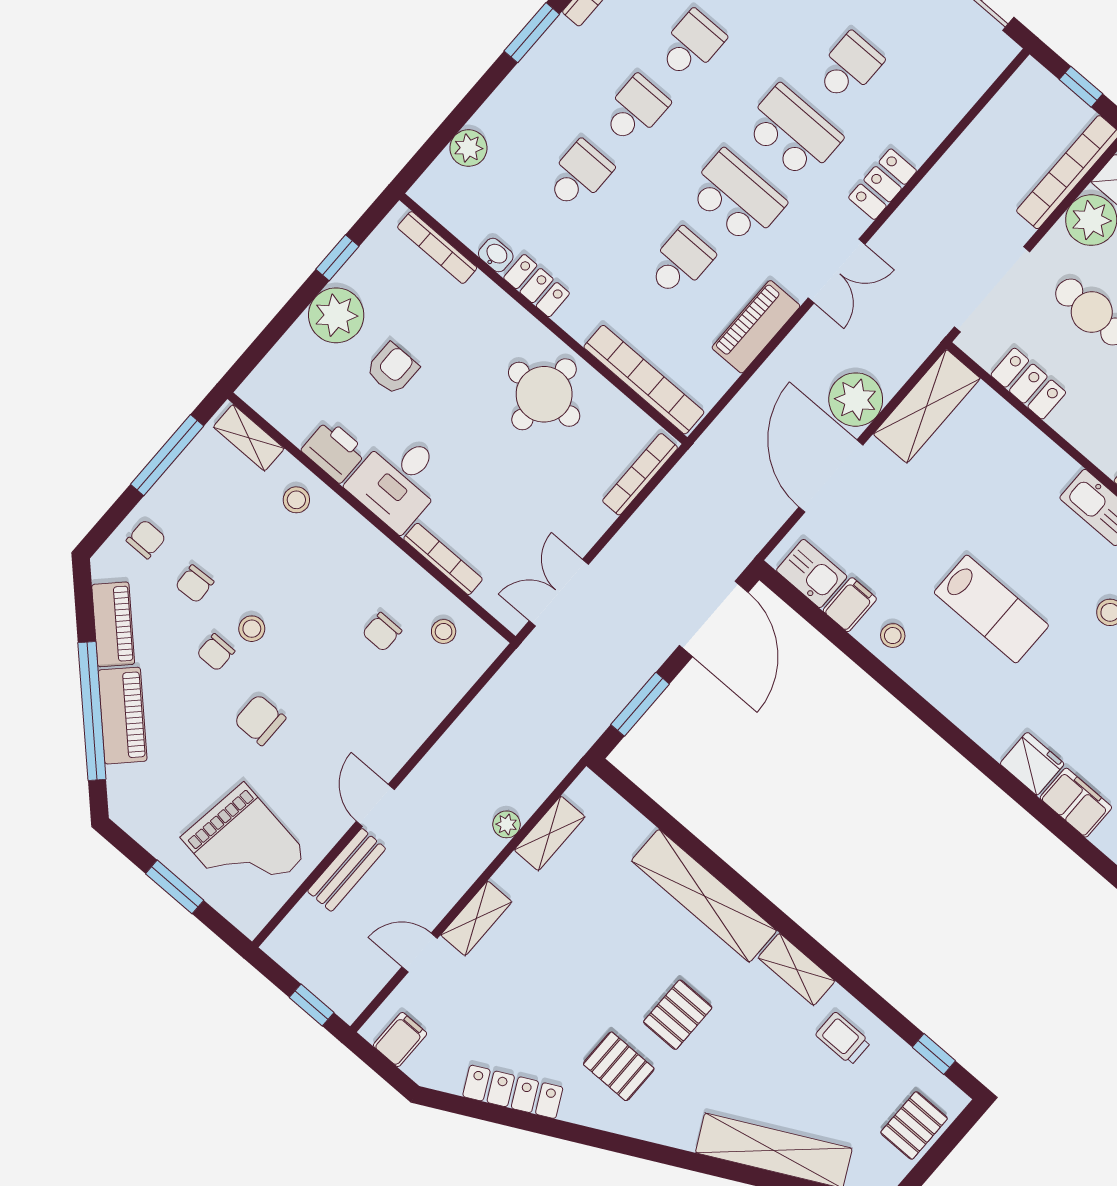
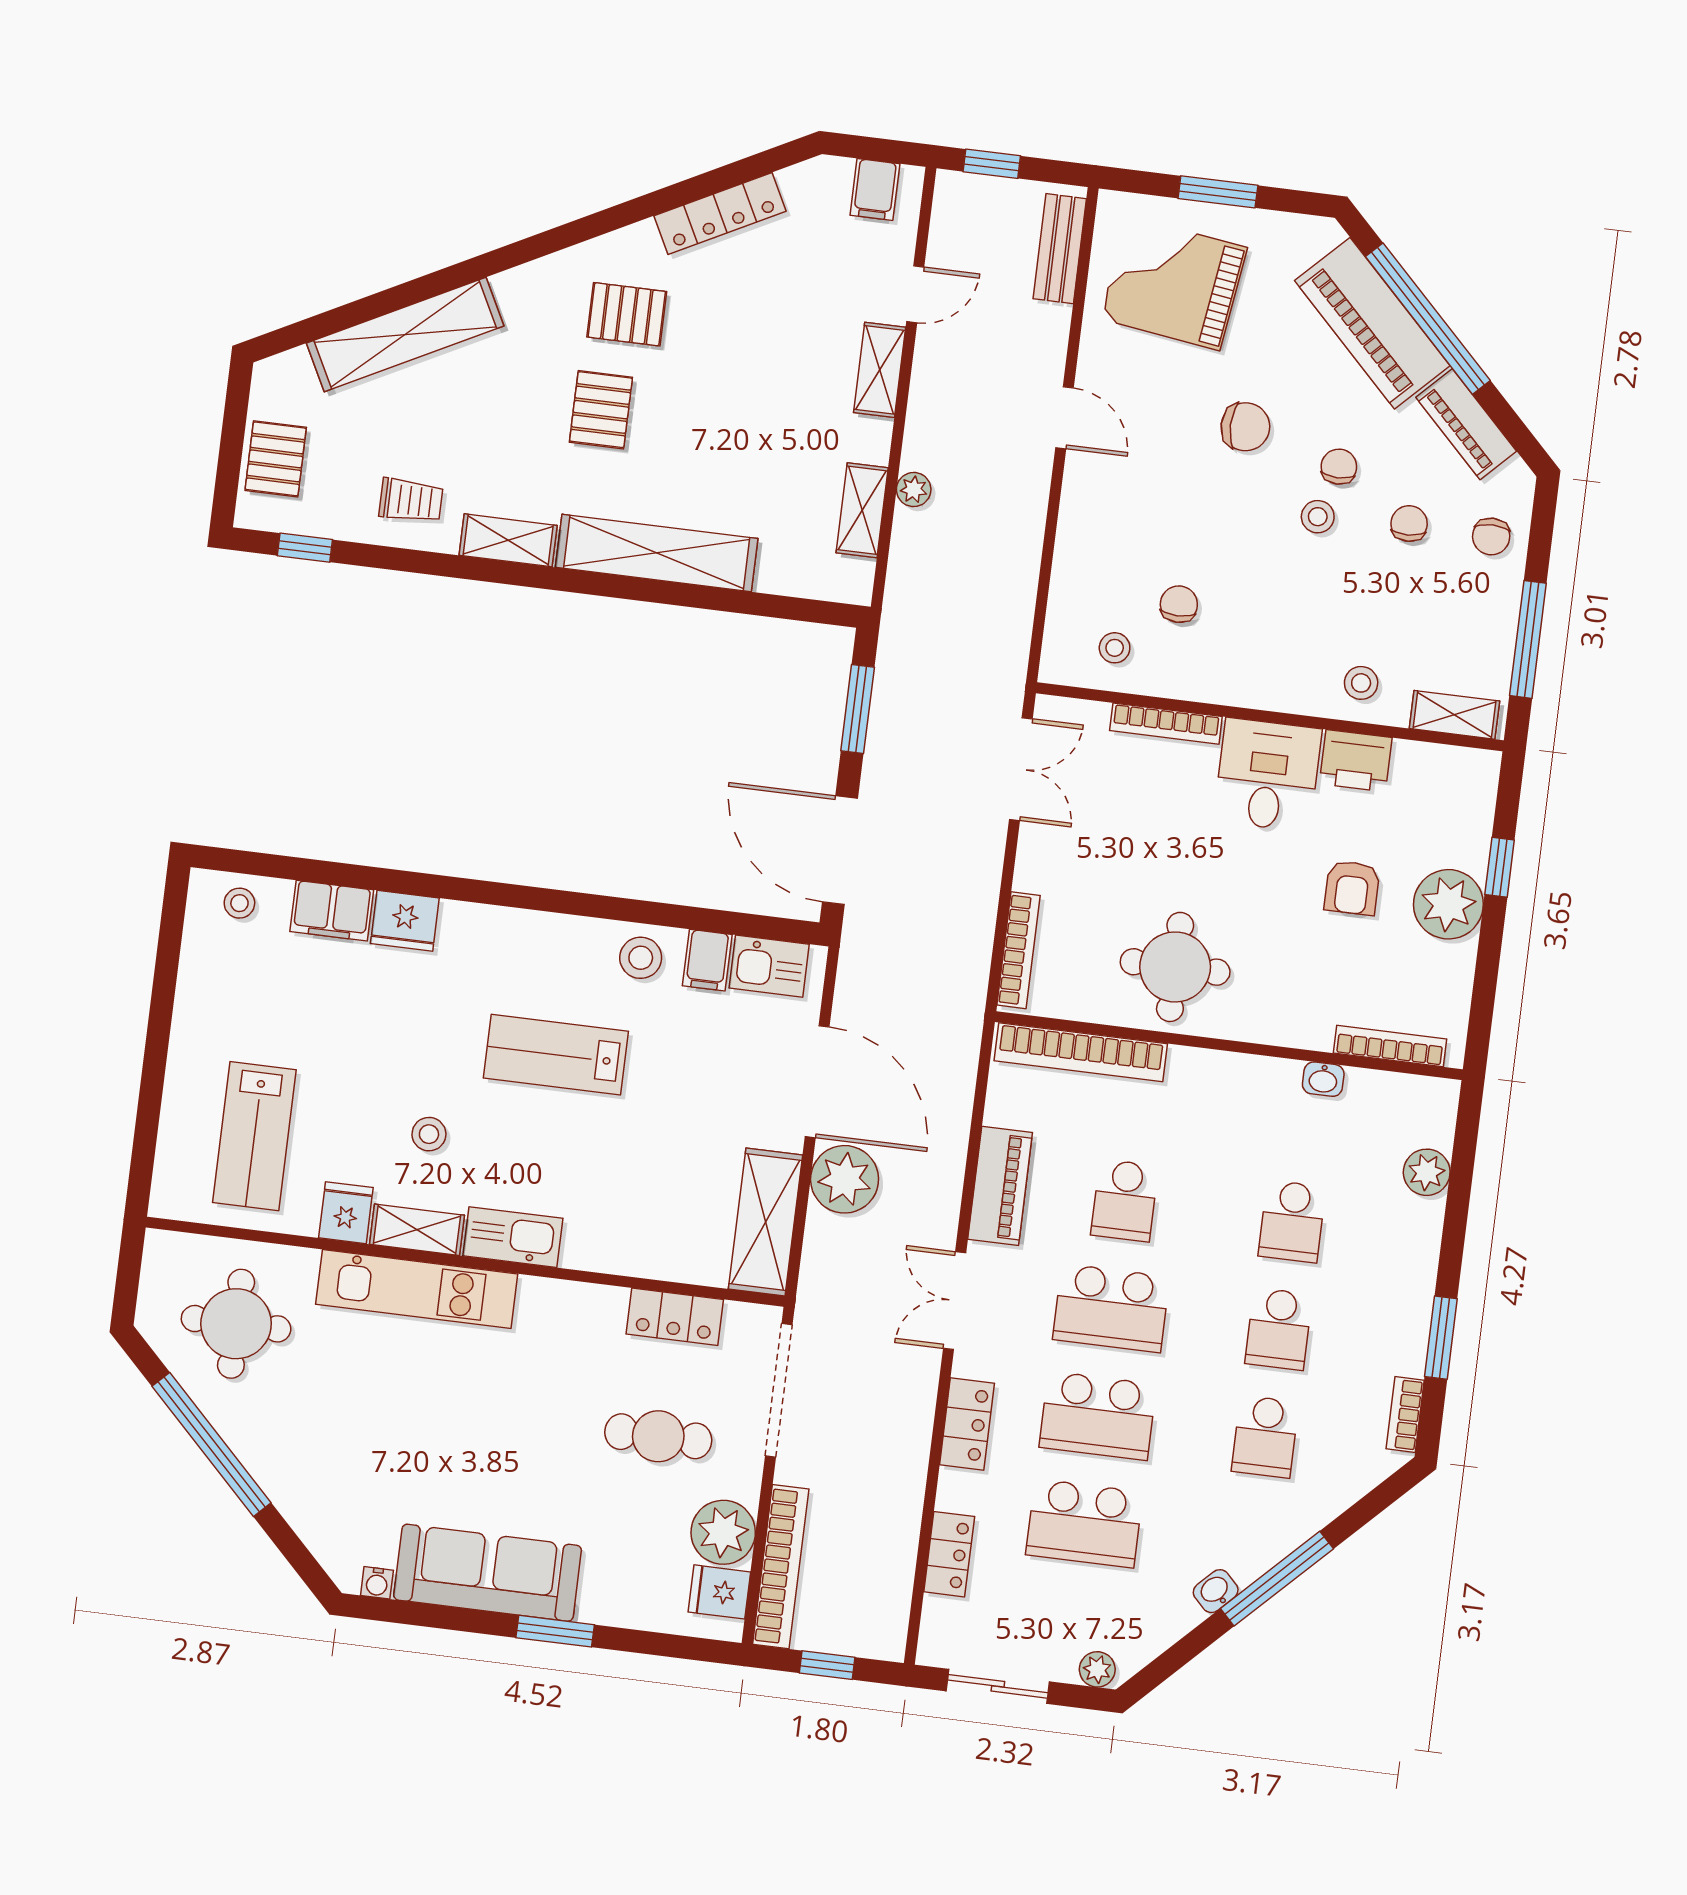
school desk: (849, 67) -> (1084, 1523), width x1.85
window: (337, 258) -> (1500, 867), moved
locker: (537, 286) -> (949, 1554), moved, turned -90
stool: (893, 636) -> (641, 958), width x1.37, depth x1.37
piano: (122, 716) -> (1372, 323), width x1.37, depth x1.33
bench: (347, 870) -> (1060, 249), moved

